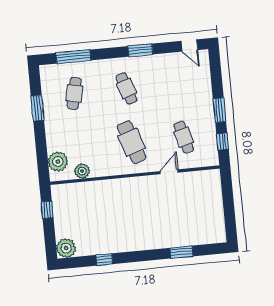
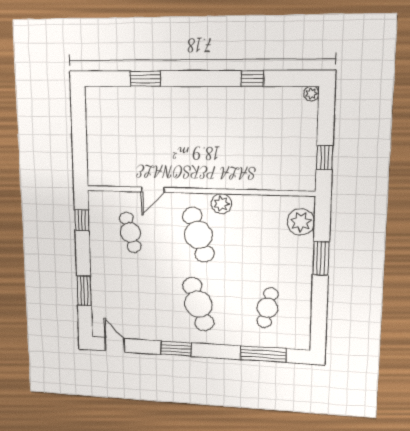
cafe table: (126, 88) -> (198, 304), width x1.37, depth x1.35
window: (37, 108) -> (321, 258), moved
window: (219, 110) -> (84, 291), moved
plant: (82, 171) -> (222, 204), moved
plant: (66, 248) -> (311, 94), width x0.53, depth x0.53

